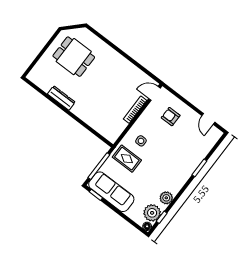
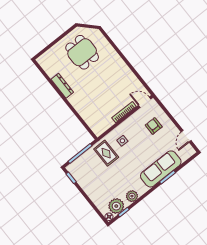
sofa: (111, 192) -> (161, 169), moved, turned -90

